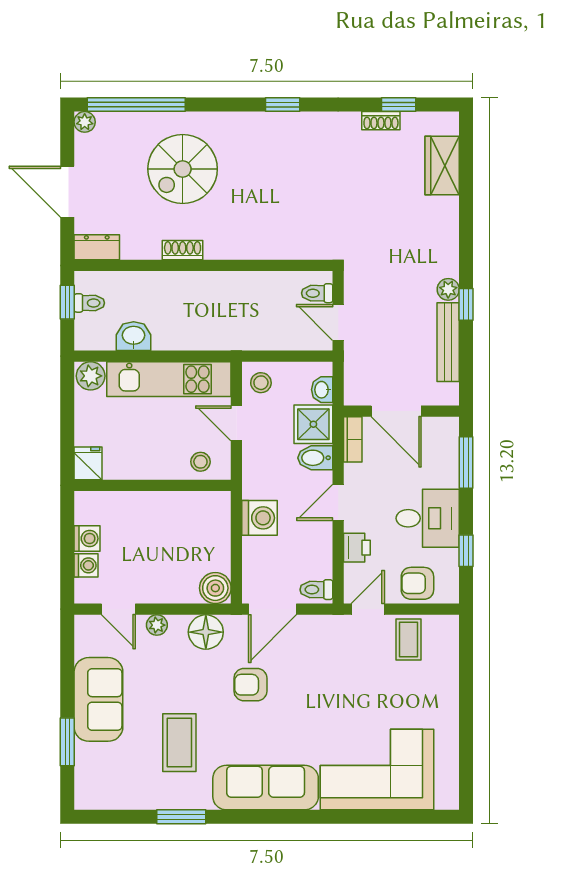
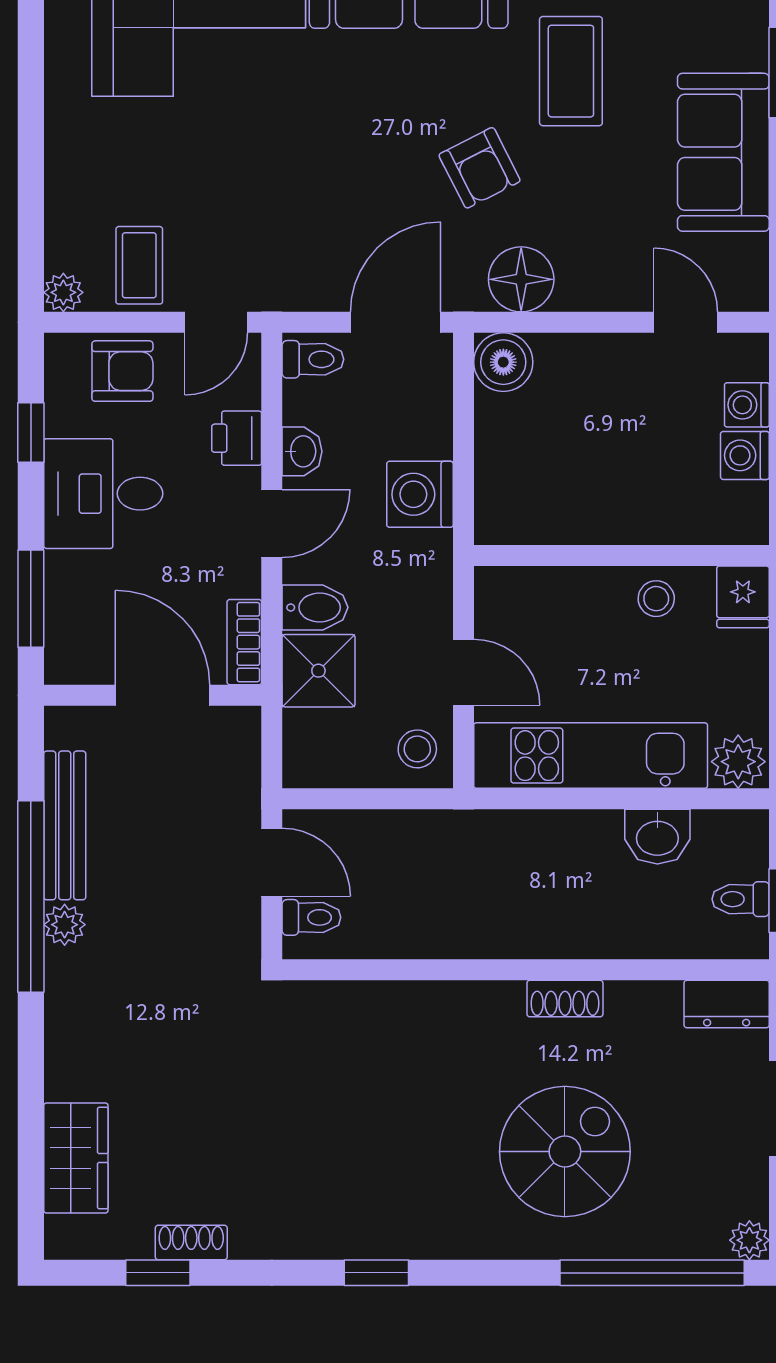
window: (466, 304) -> (31, 897), width x3.17
washbasin: (322, 390) -> (302, 451), moved
stool: (200, 462) -> (656, 599), moved
plant: (157, 625) -> (63, 292), moved
armchair: (250, 685) -> (480, 168), moved, turned 63

